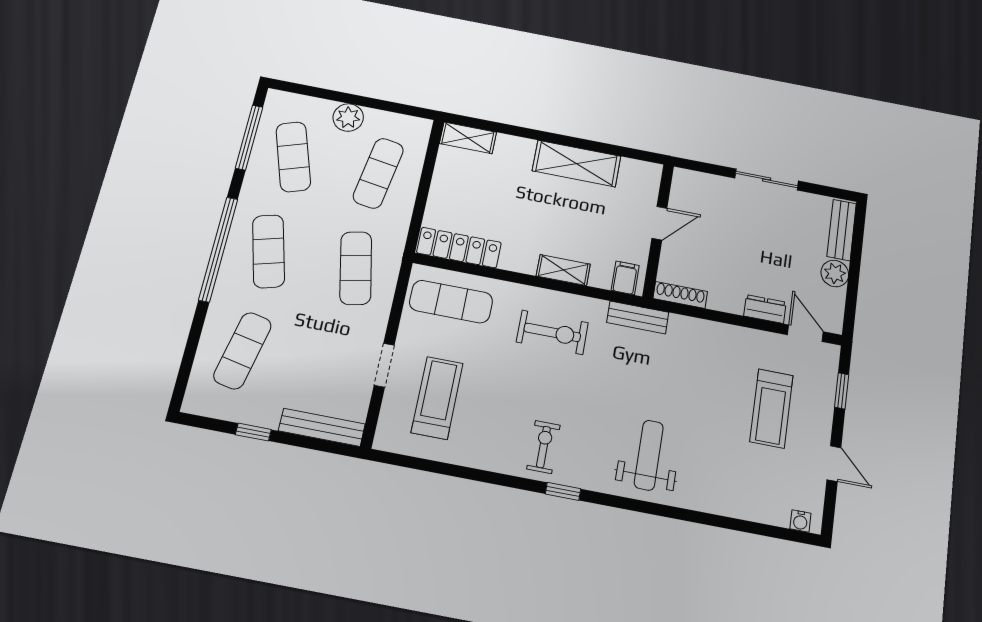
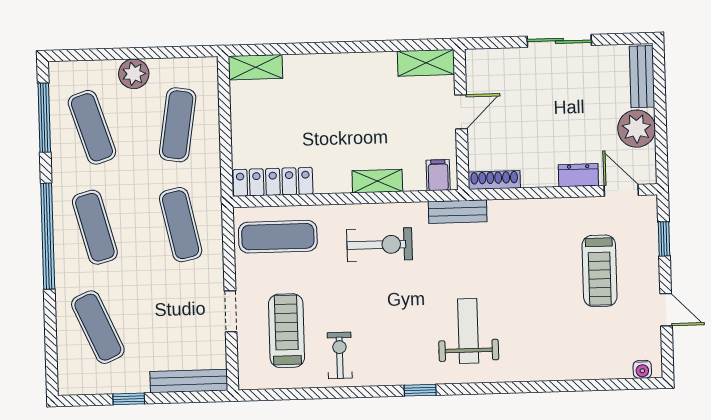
shelving: (576, 164) -> (426, 63), moved, width x0.67, depth x0.75
plant: (835, 273) -> (637, 129), width x1.36, depth x1.36
exercise mat: (242, 351) -> (98, 327), turned -36
exercise bike: (543, 447) -> (340, 355), moved
weight bench: (649, 455) -> (468, 331), moved

